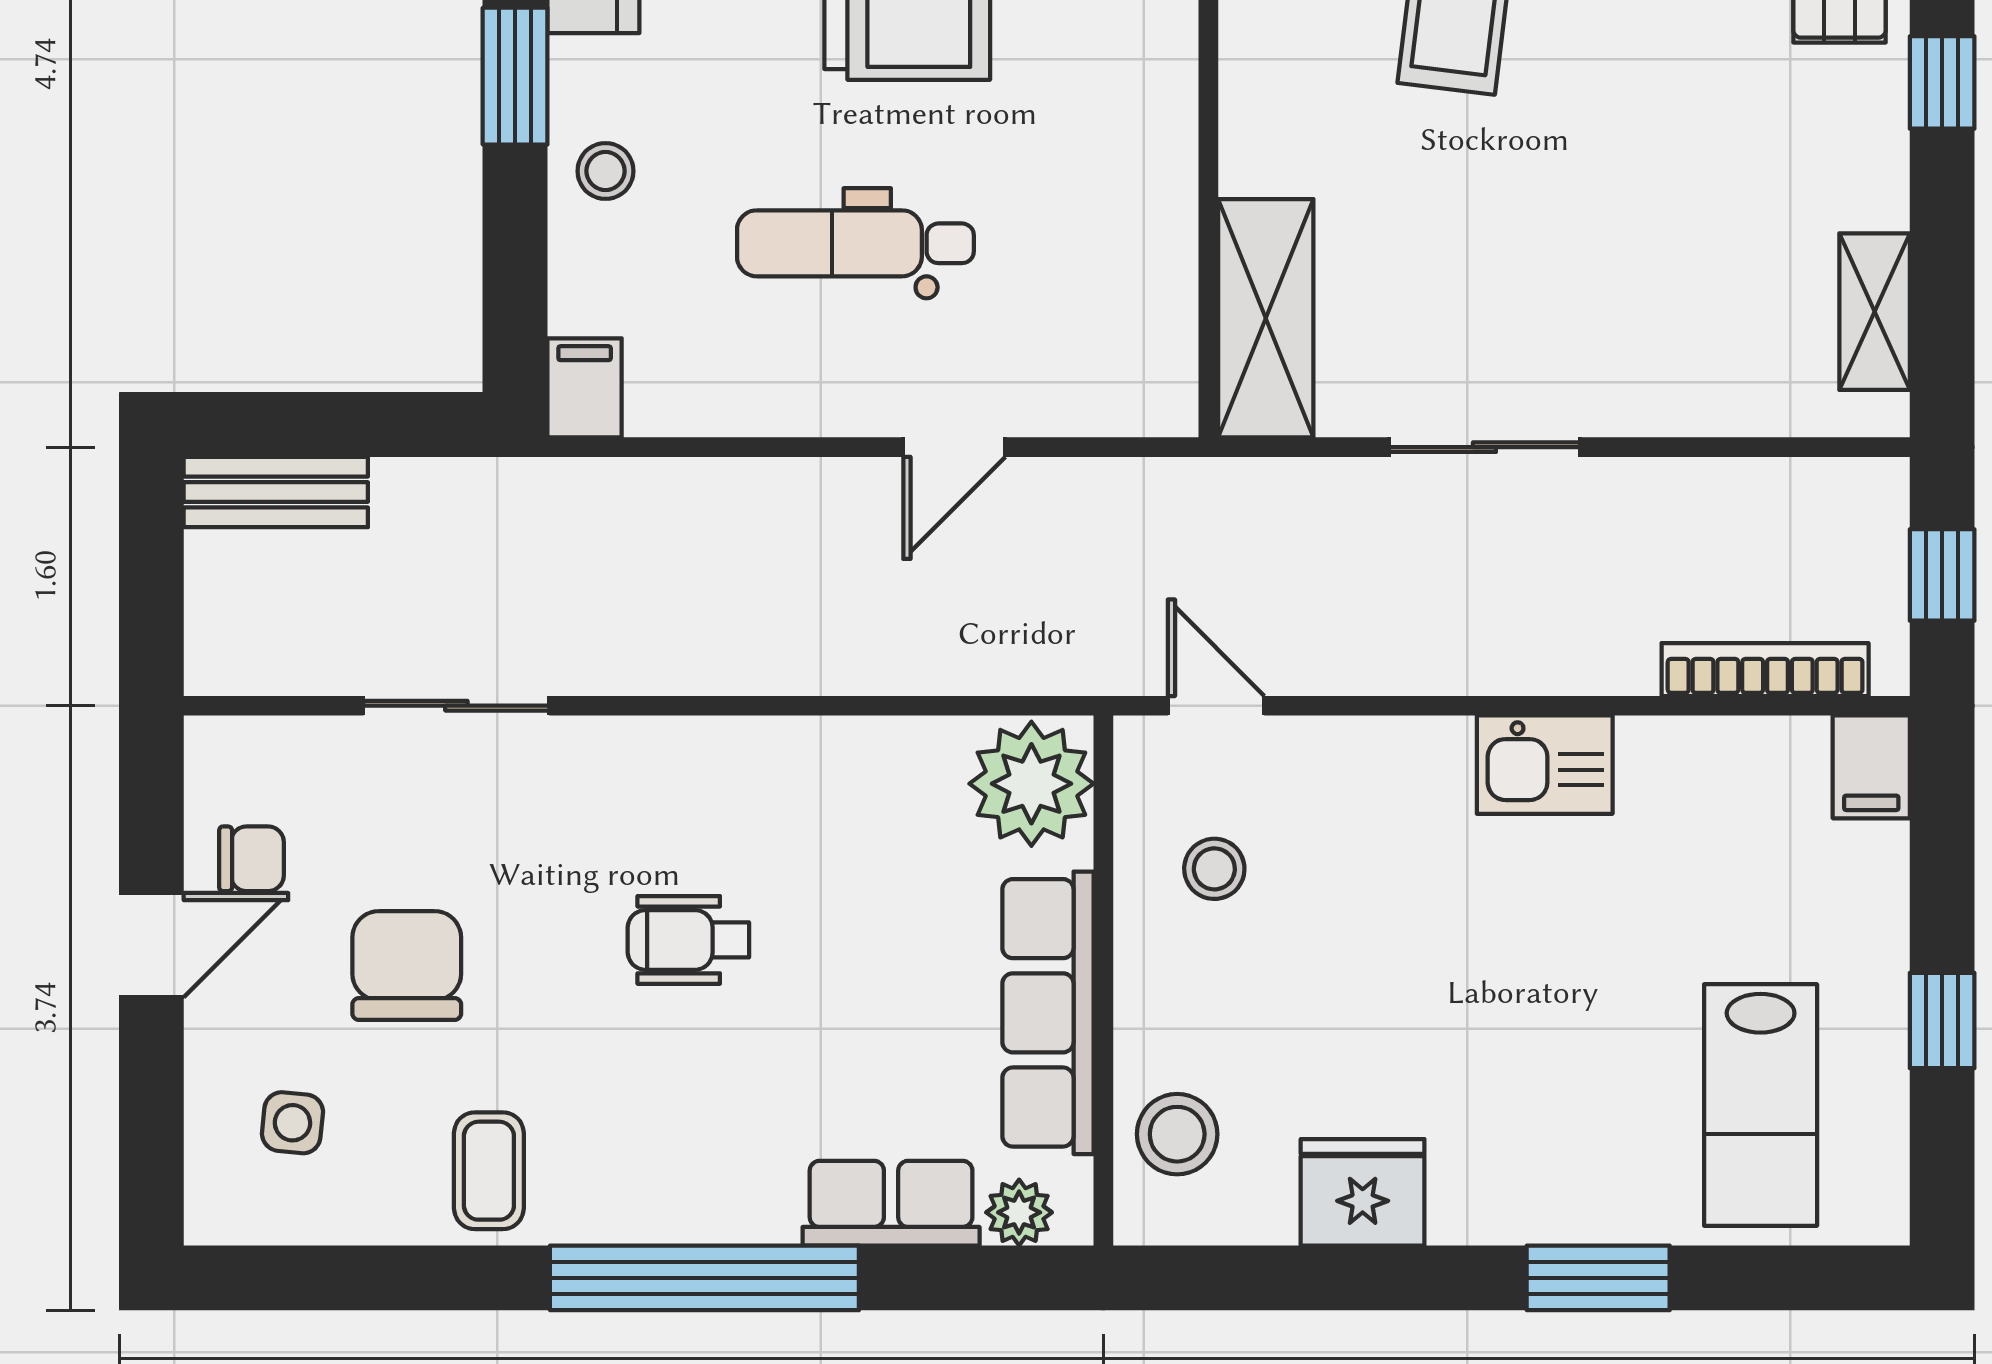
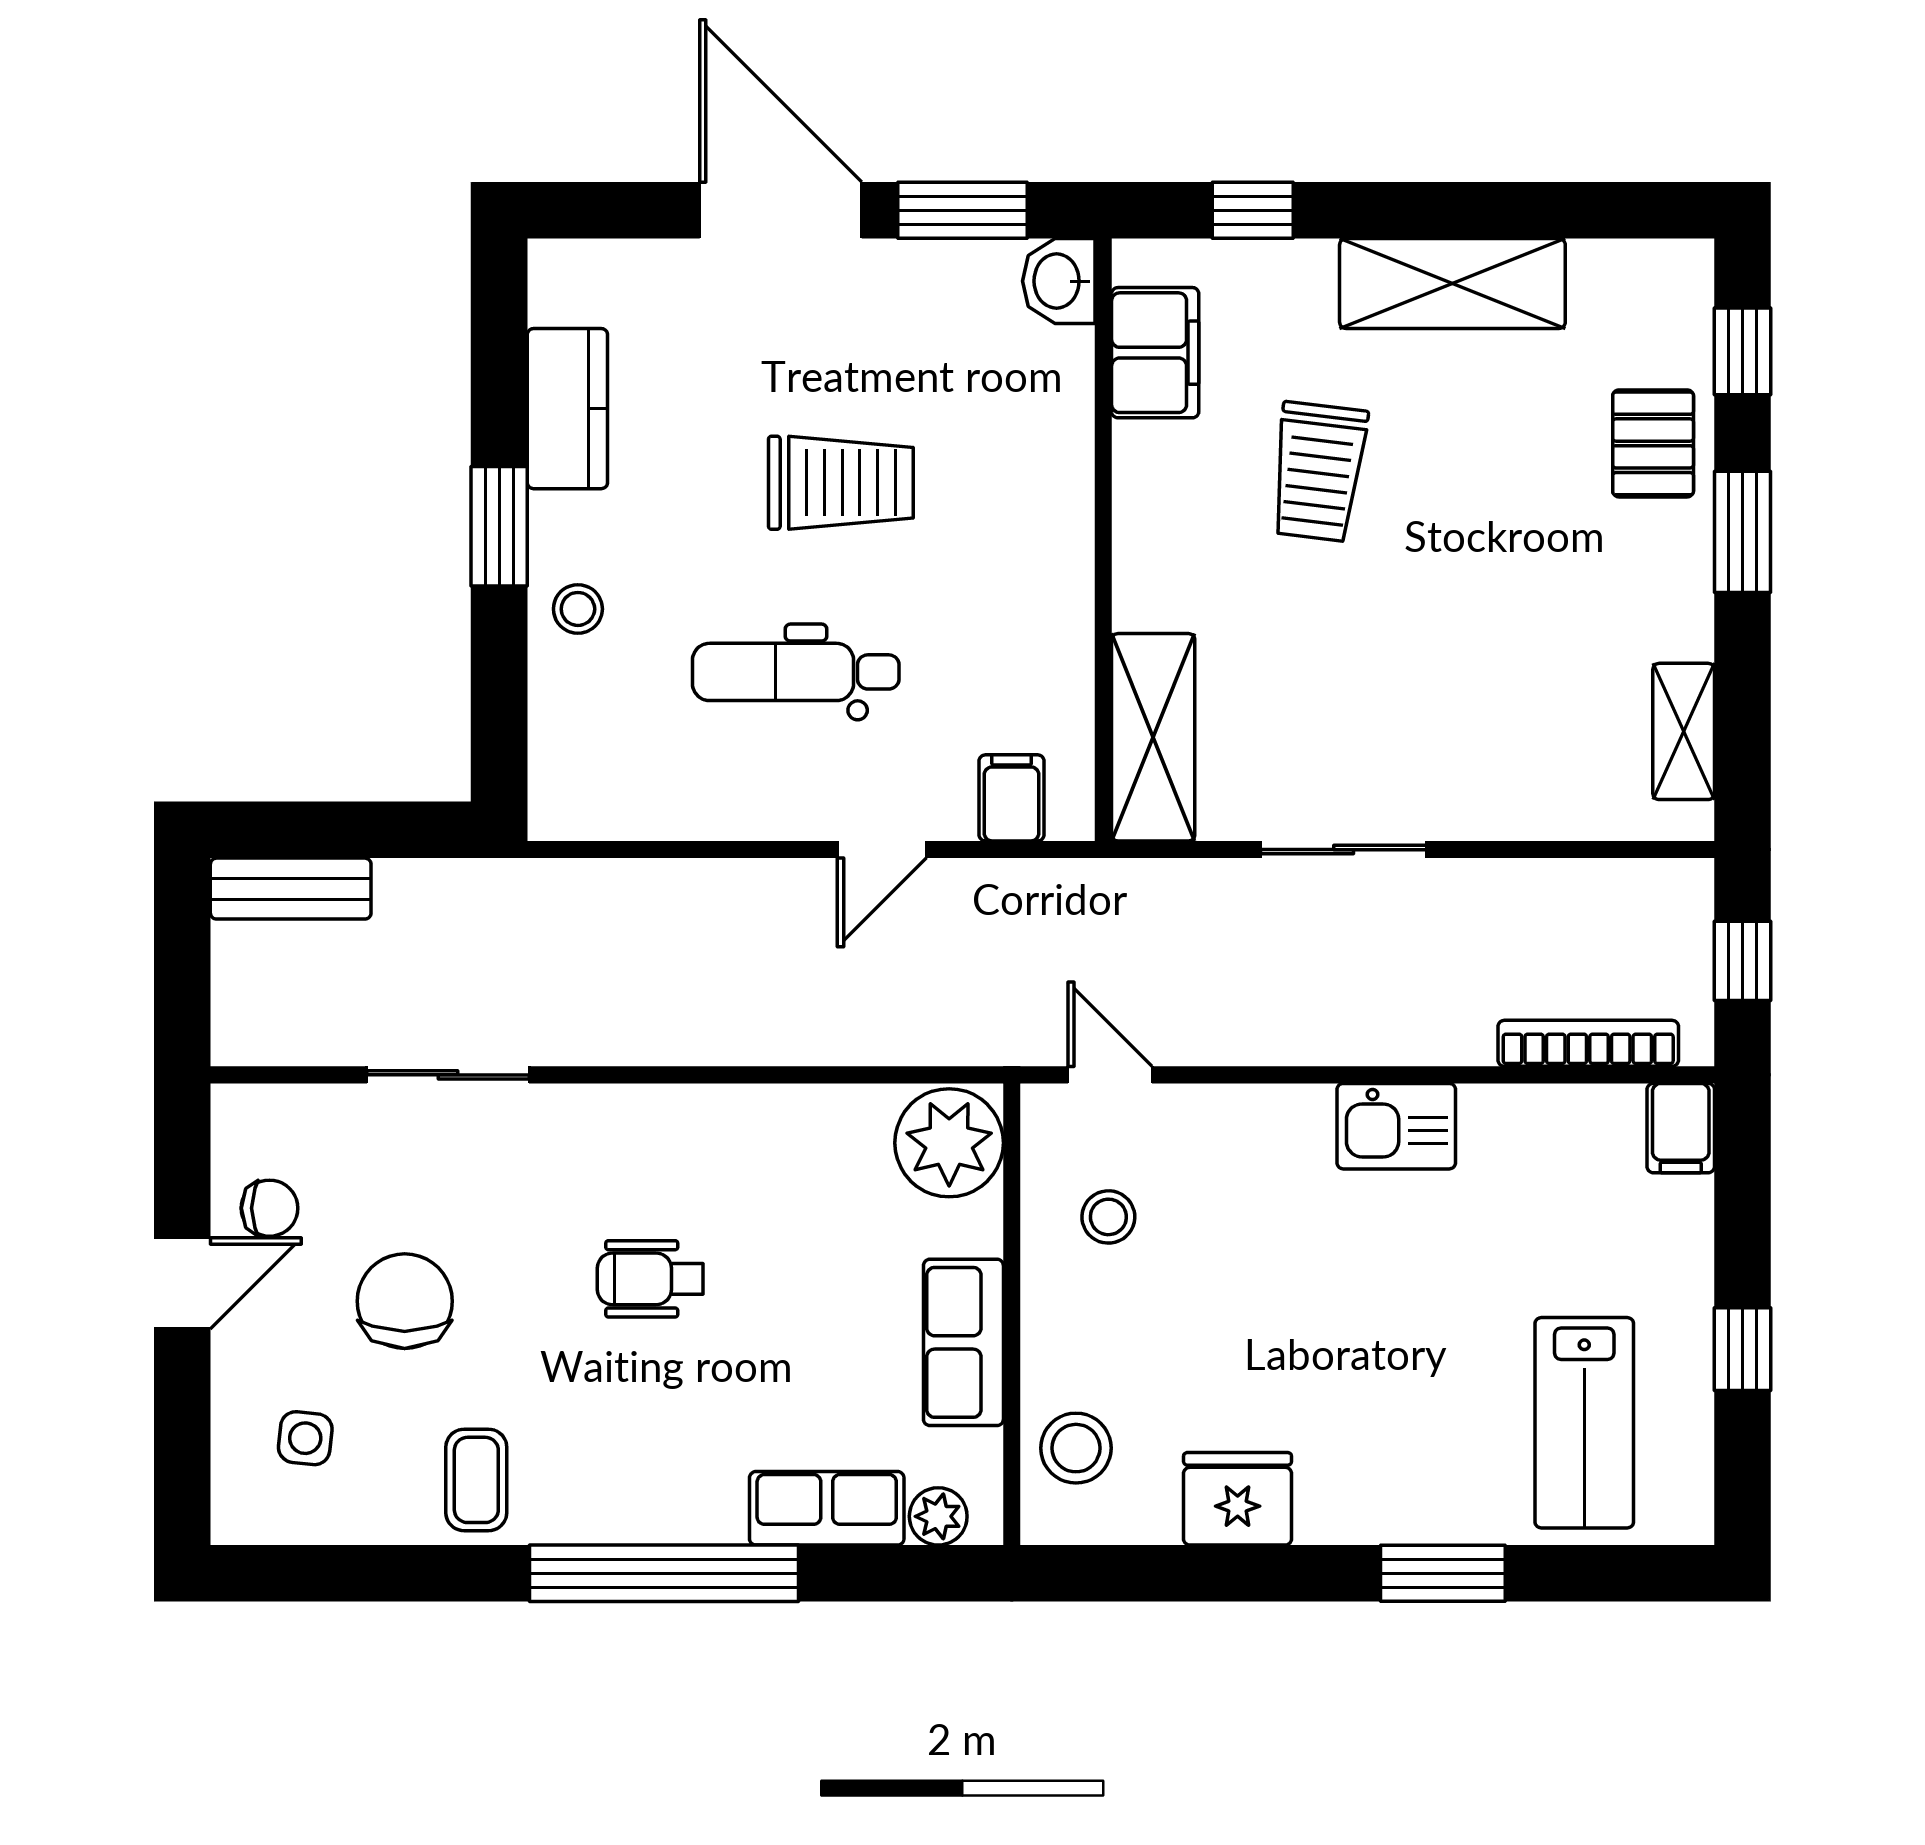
window: (1942, 82) -> (1743, 532), width x1.50
filing cabinet: (585, 388) -> (1012, 798), moved
row of seats: (1048, 1013) -> (963, 1342), width x0.68

